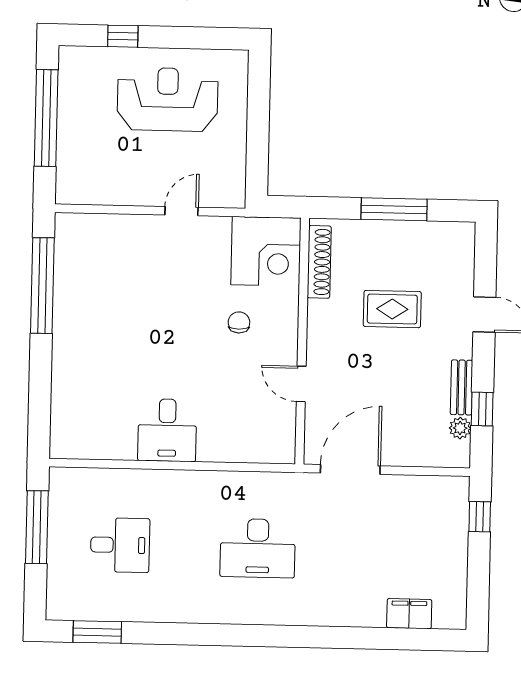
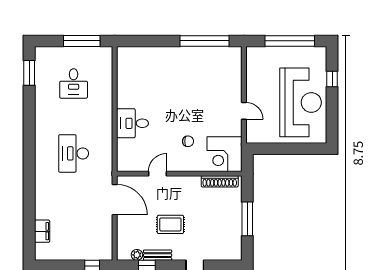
reception desk: (168, 99) -> (301, 102), width x1.36, depth x1.30
rug: (392, 309) -> (170, 224), moved, turned 90
desk: (167, 430) -> (132, 123), moved

